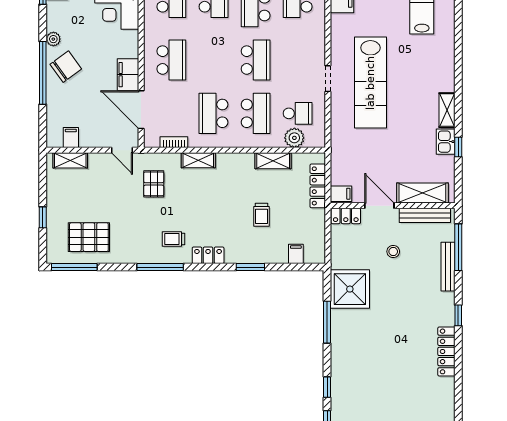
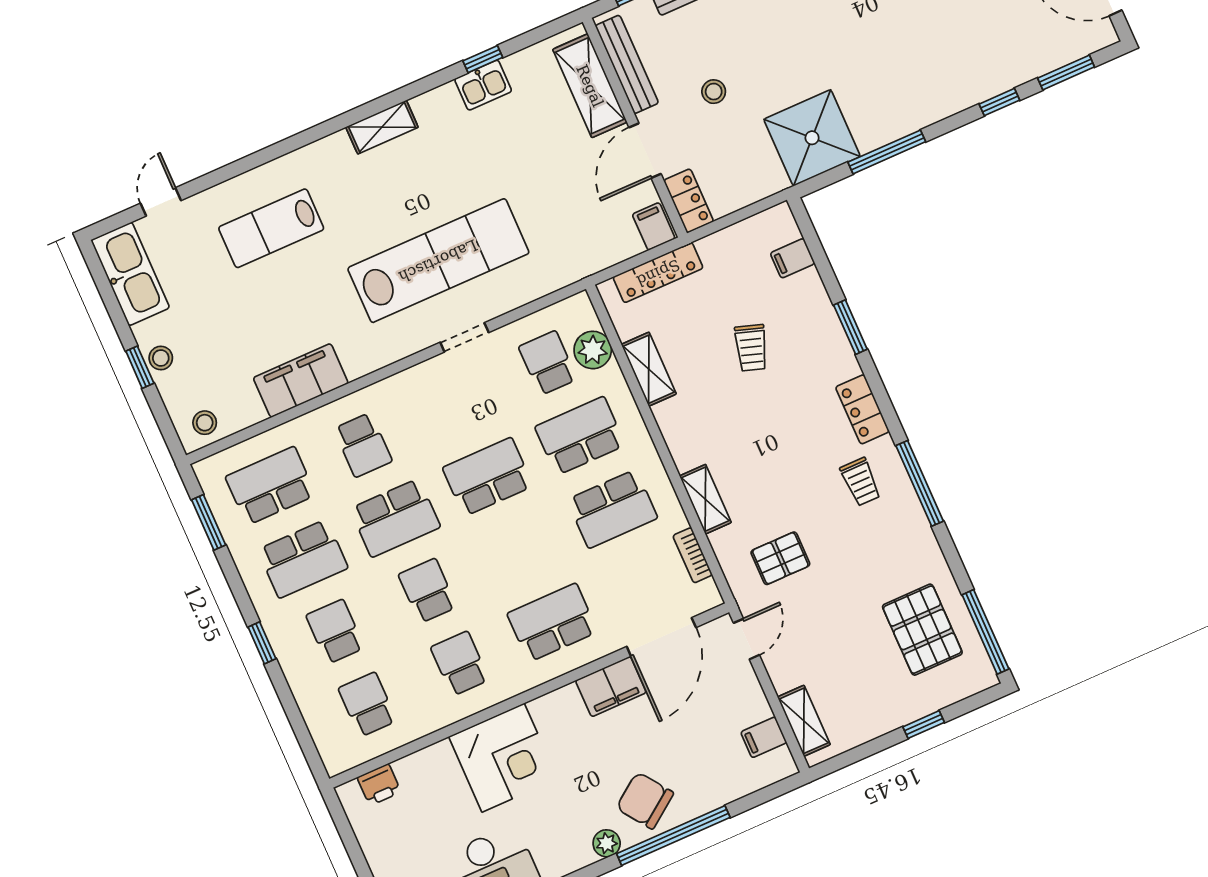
shelving: (447, 110) -> (382, 127), moved
trolley: (262, 215) -> (751, 348), turned 108

